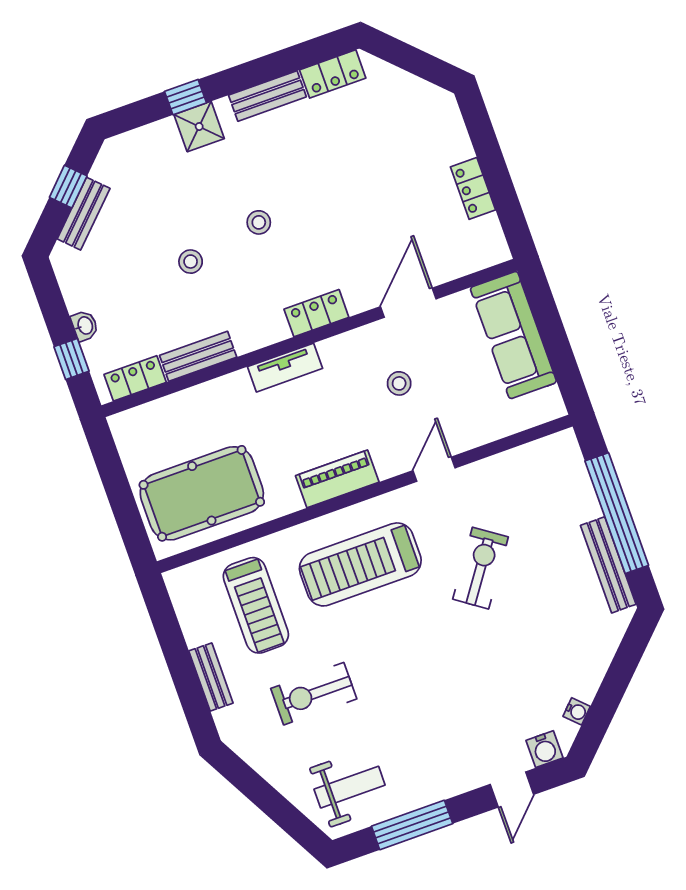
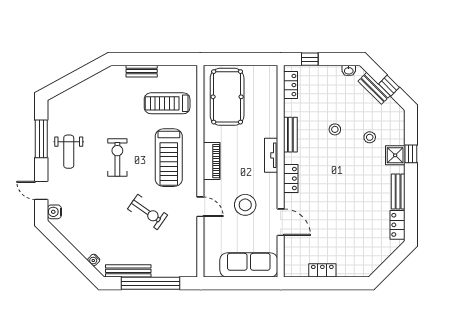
stool: (259, 222) -> (370, 137), moved
washbasin: (85, 326) -> (349, 71), moved
bench: (198, 356) -> (290, 135), moved
stool: (399, 383) -> (245, 205), width x1.89, depth x1.89
treadmill: (360, 564) -> (169, 158), turned 180
exercise bike: (314, 694) -> (117, 157), moved
water cooler: (577, 711) -> (94, 260), moved
weight bench: (350, 787) -> (69, 152), moved

